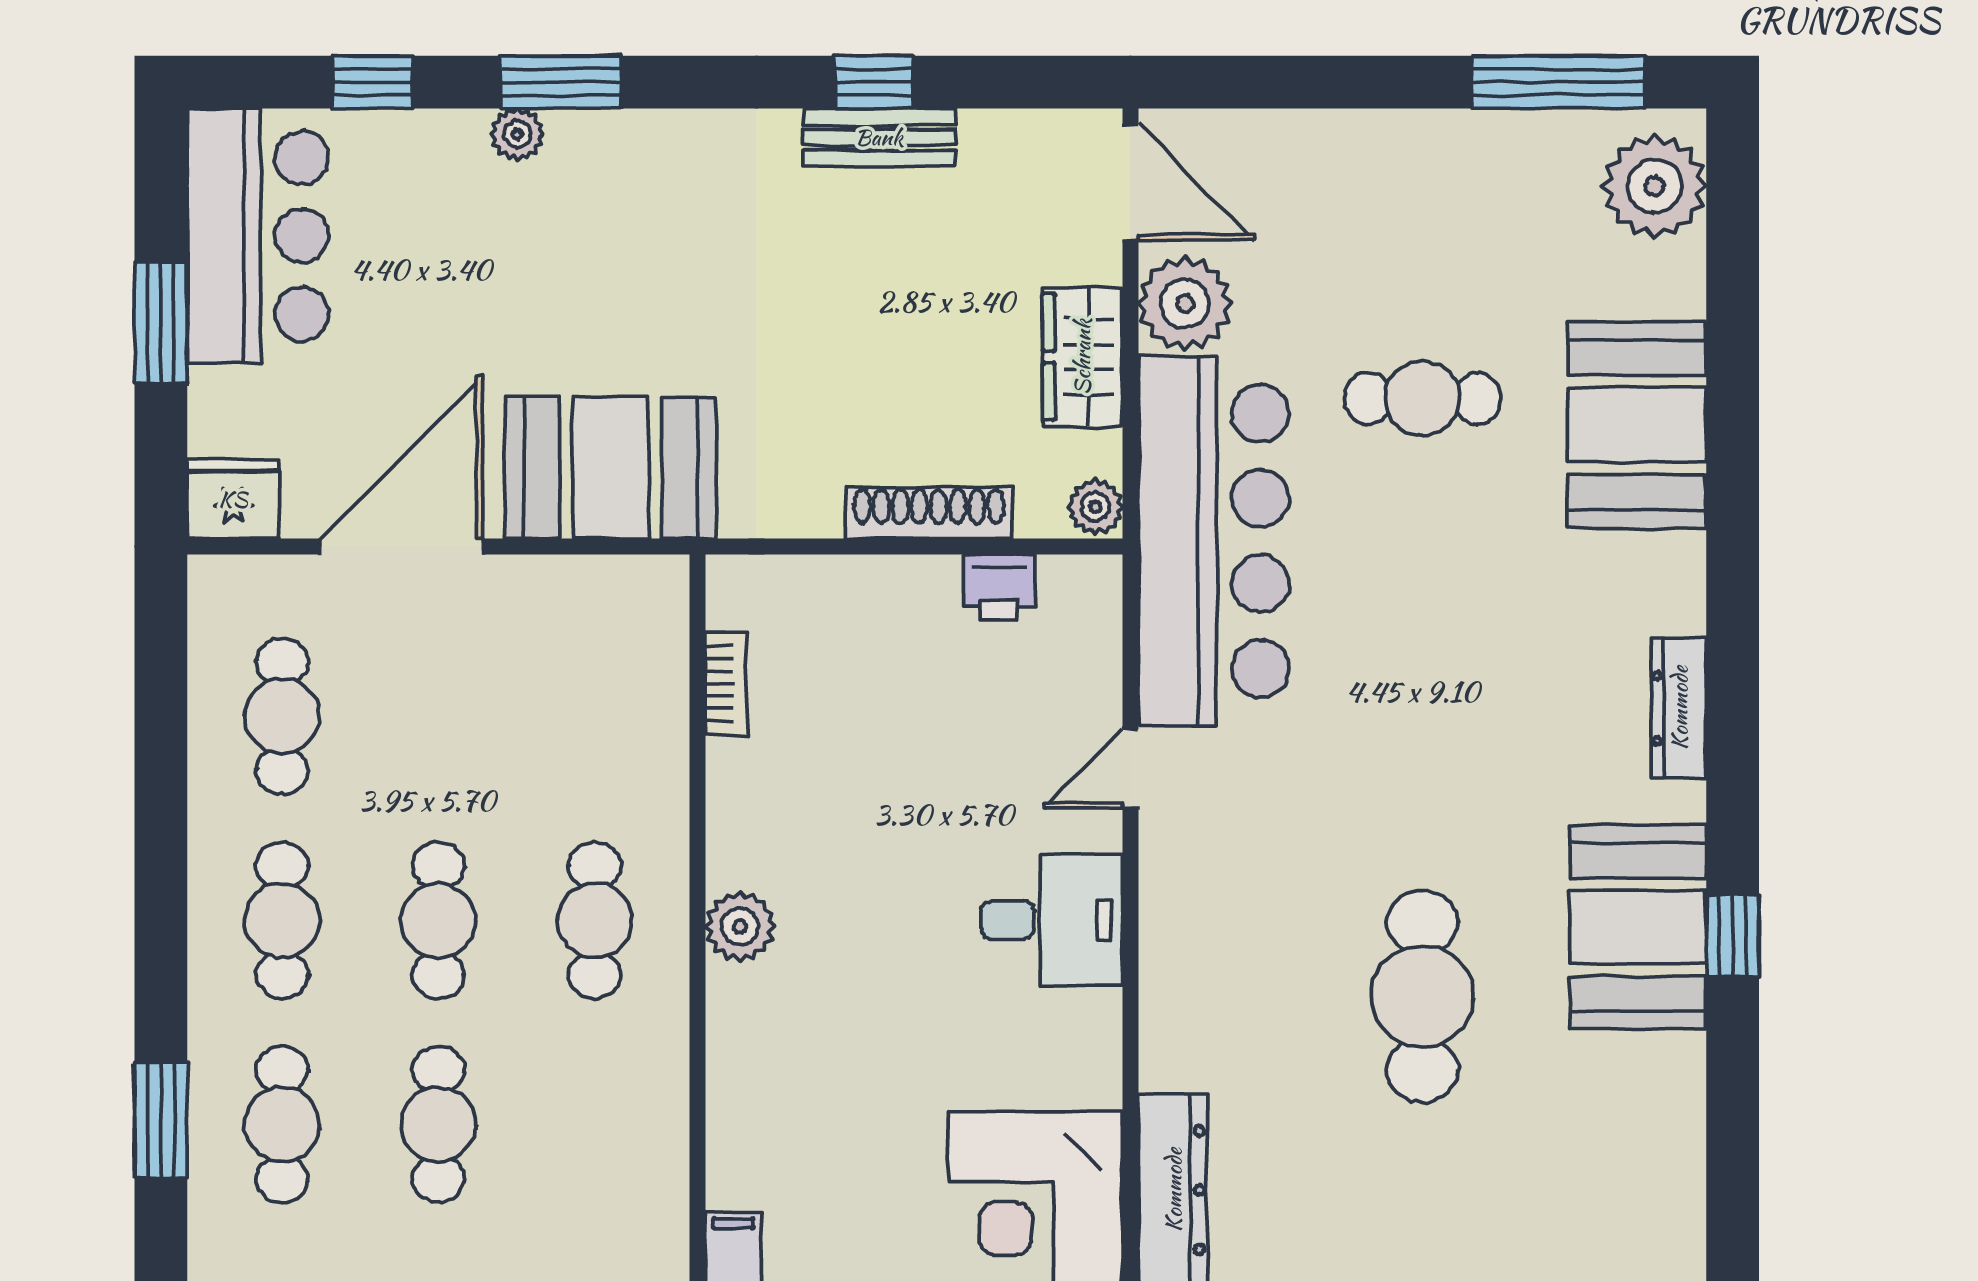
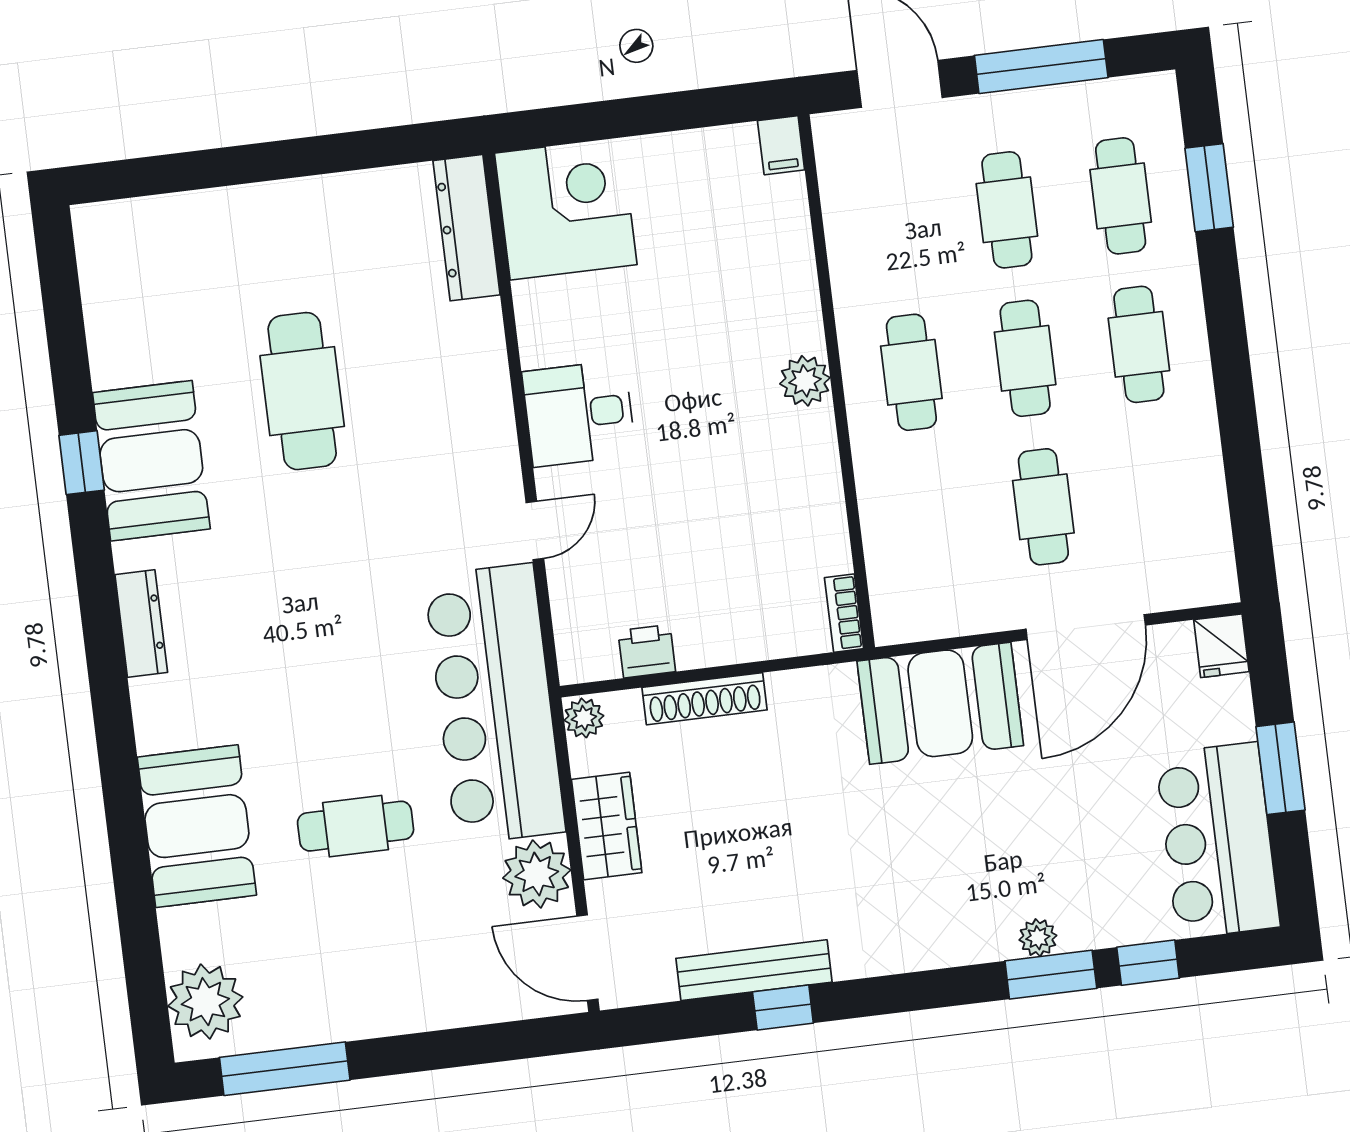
window: (561, 82) -> (1051, 975), moved
bench: (879, 137) -> (754, 970), width x1.36
fridge: (233, 499) -> (1221, 646), width x0.72
bookcase: (726, 684) -> (844, 613), moved
cafe table: (282, 716) -> (1043, 507), moved

